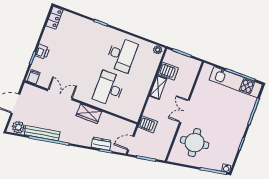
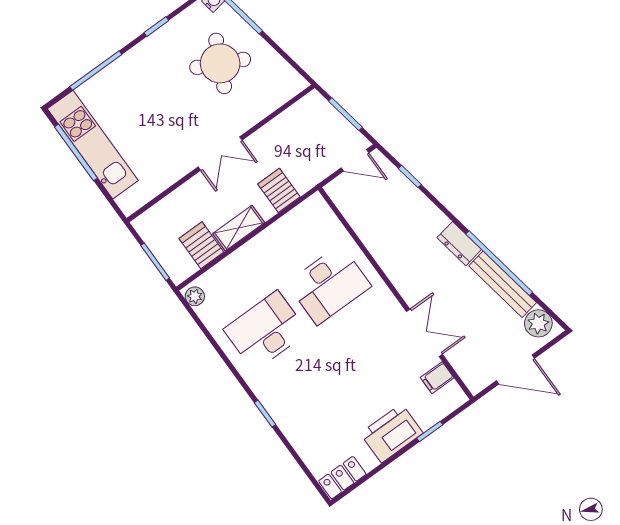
printer: (42, 52) -> (392, 433), width x1.87, depth x1.48
filing cabinet: (34, 77) -> (437, 378), moved
double door: (60, 95) -> (424, 333), swing flipped
wardrobe: (89, 114) -> (395, 264), removed
server rack: (148, 124) -> (279, 190), moved
round table: (195, 143) -> (220, 63), moved, turned 33
dresser: (101, 144) -> (459, 244), moved

